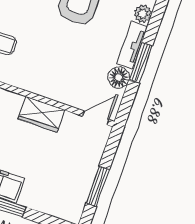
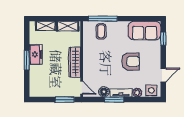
wardrobe: (41, 114) -> (74, 62), width x1.50
window: (98, 186) -> (65, 100), moved

